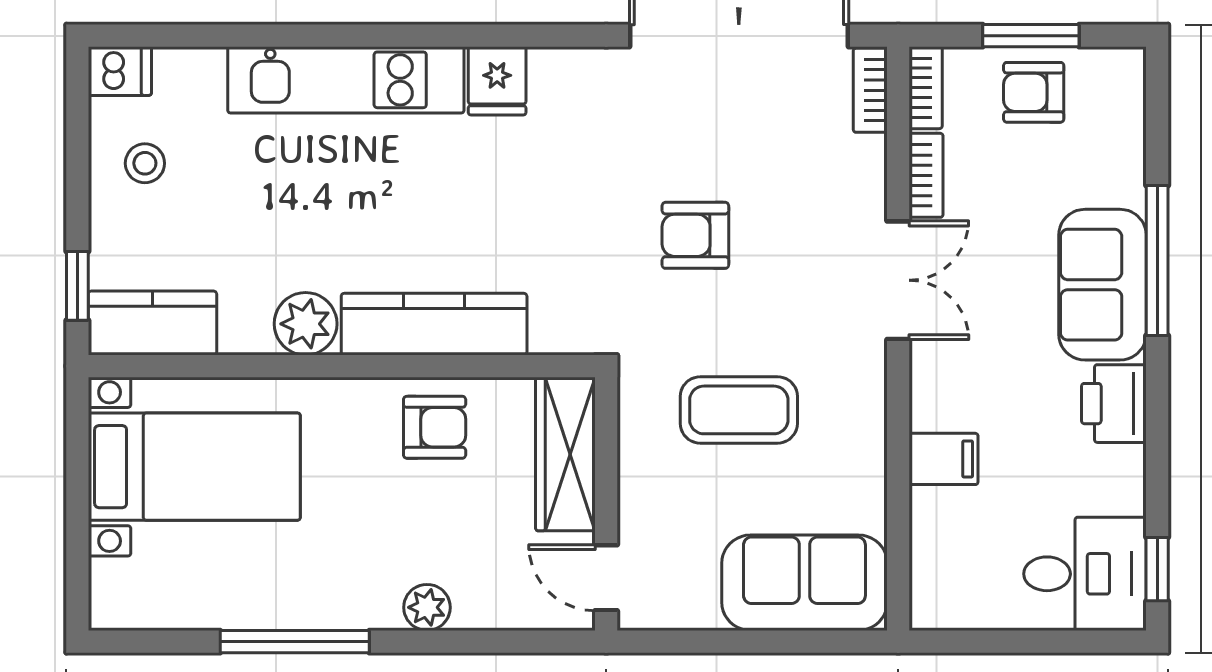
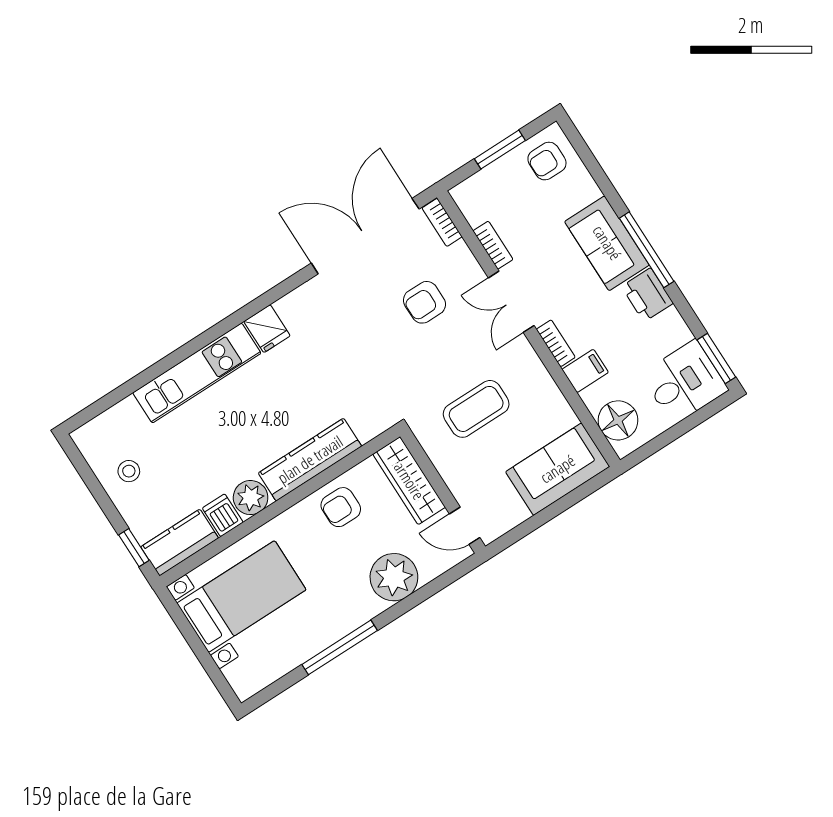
dishwasher: (120, 71) -> (223, 515), moved, turned -90
bookcase: (926, 88) -> (556, 343), moved
armchair: (1034, 92) -> (547, 161), moved
armchair: (695, 235) -> (424, 302), moved
window: (1157, 260) -> (647, 250), moved
double door: (898, 280) -> (511, 302), swing flipped
armchair: (435, 427) -> (341, 507), turned 180
floor lamp: (945, 567) -> (618, 420), added
window: (1157, 569) -> (716, 358), width x1.50
plant: (427, 607) -> (394, 577), width x1.88, depth x1.88

